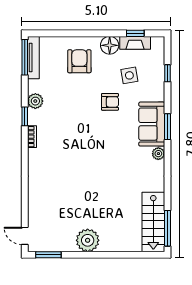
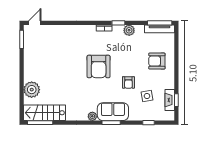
floor lamp: (110, 45) -> (168, 82), removed
armchair: (79, 61) -> (157, 61), turned 180
armchair: (87, 145) -> (99, 66), added
plant: (88, 240) -> (32, 90), moved

